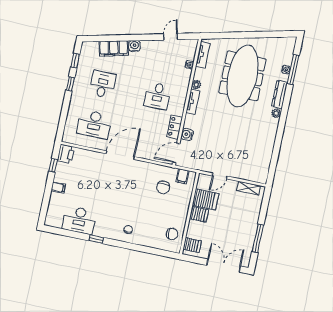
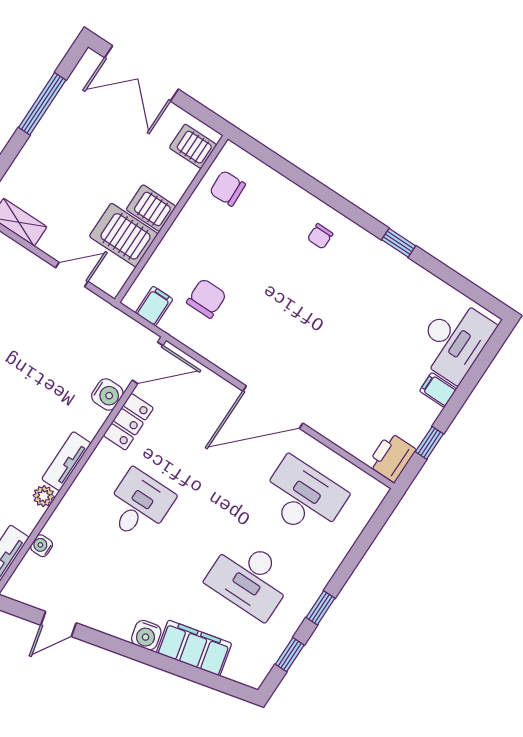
desk: (103, 84) -> (250, 578), width x1.37
desk: (79, 220) -> (454, 340), moved, turned 90

